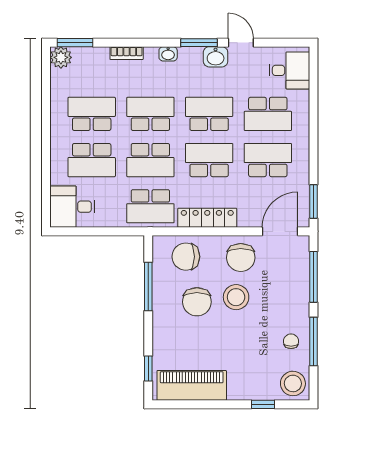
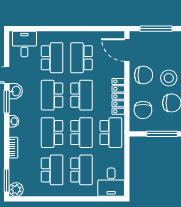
school desk: (92, 114) -> (52, 170), turned 180
school desk: (209, 160) -> (81, 95), turned 180
window: (313, 202) -> (108, 29), removed

